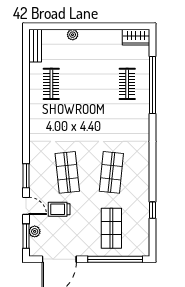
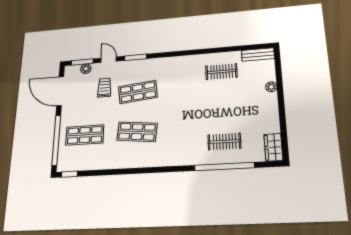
door: (26, 206) -> (109, 60), swing flipped
window: (153, 210) -> (69, 174), moved

